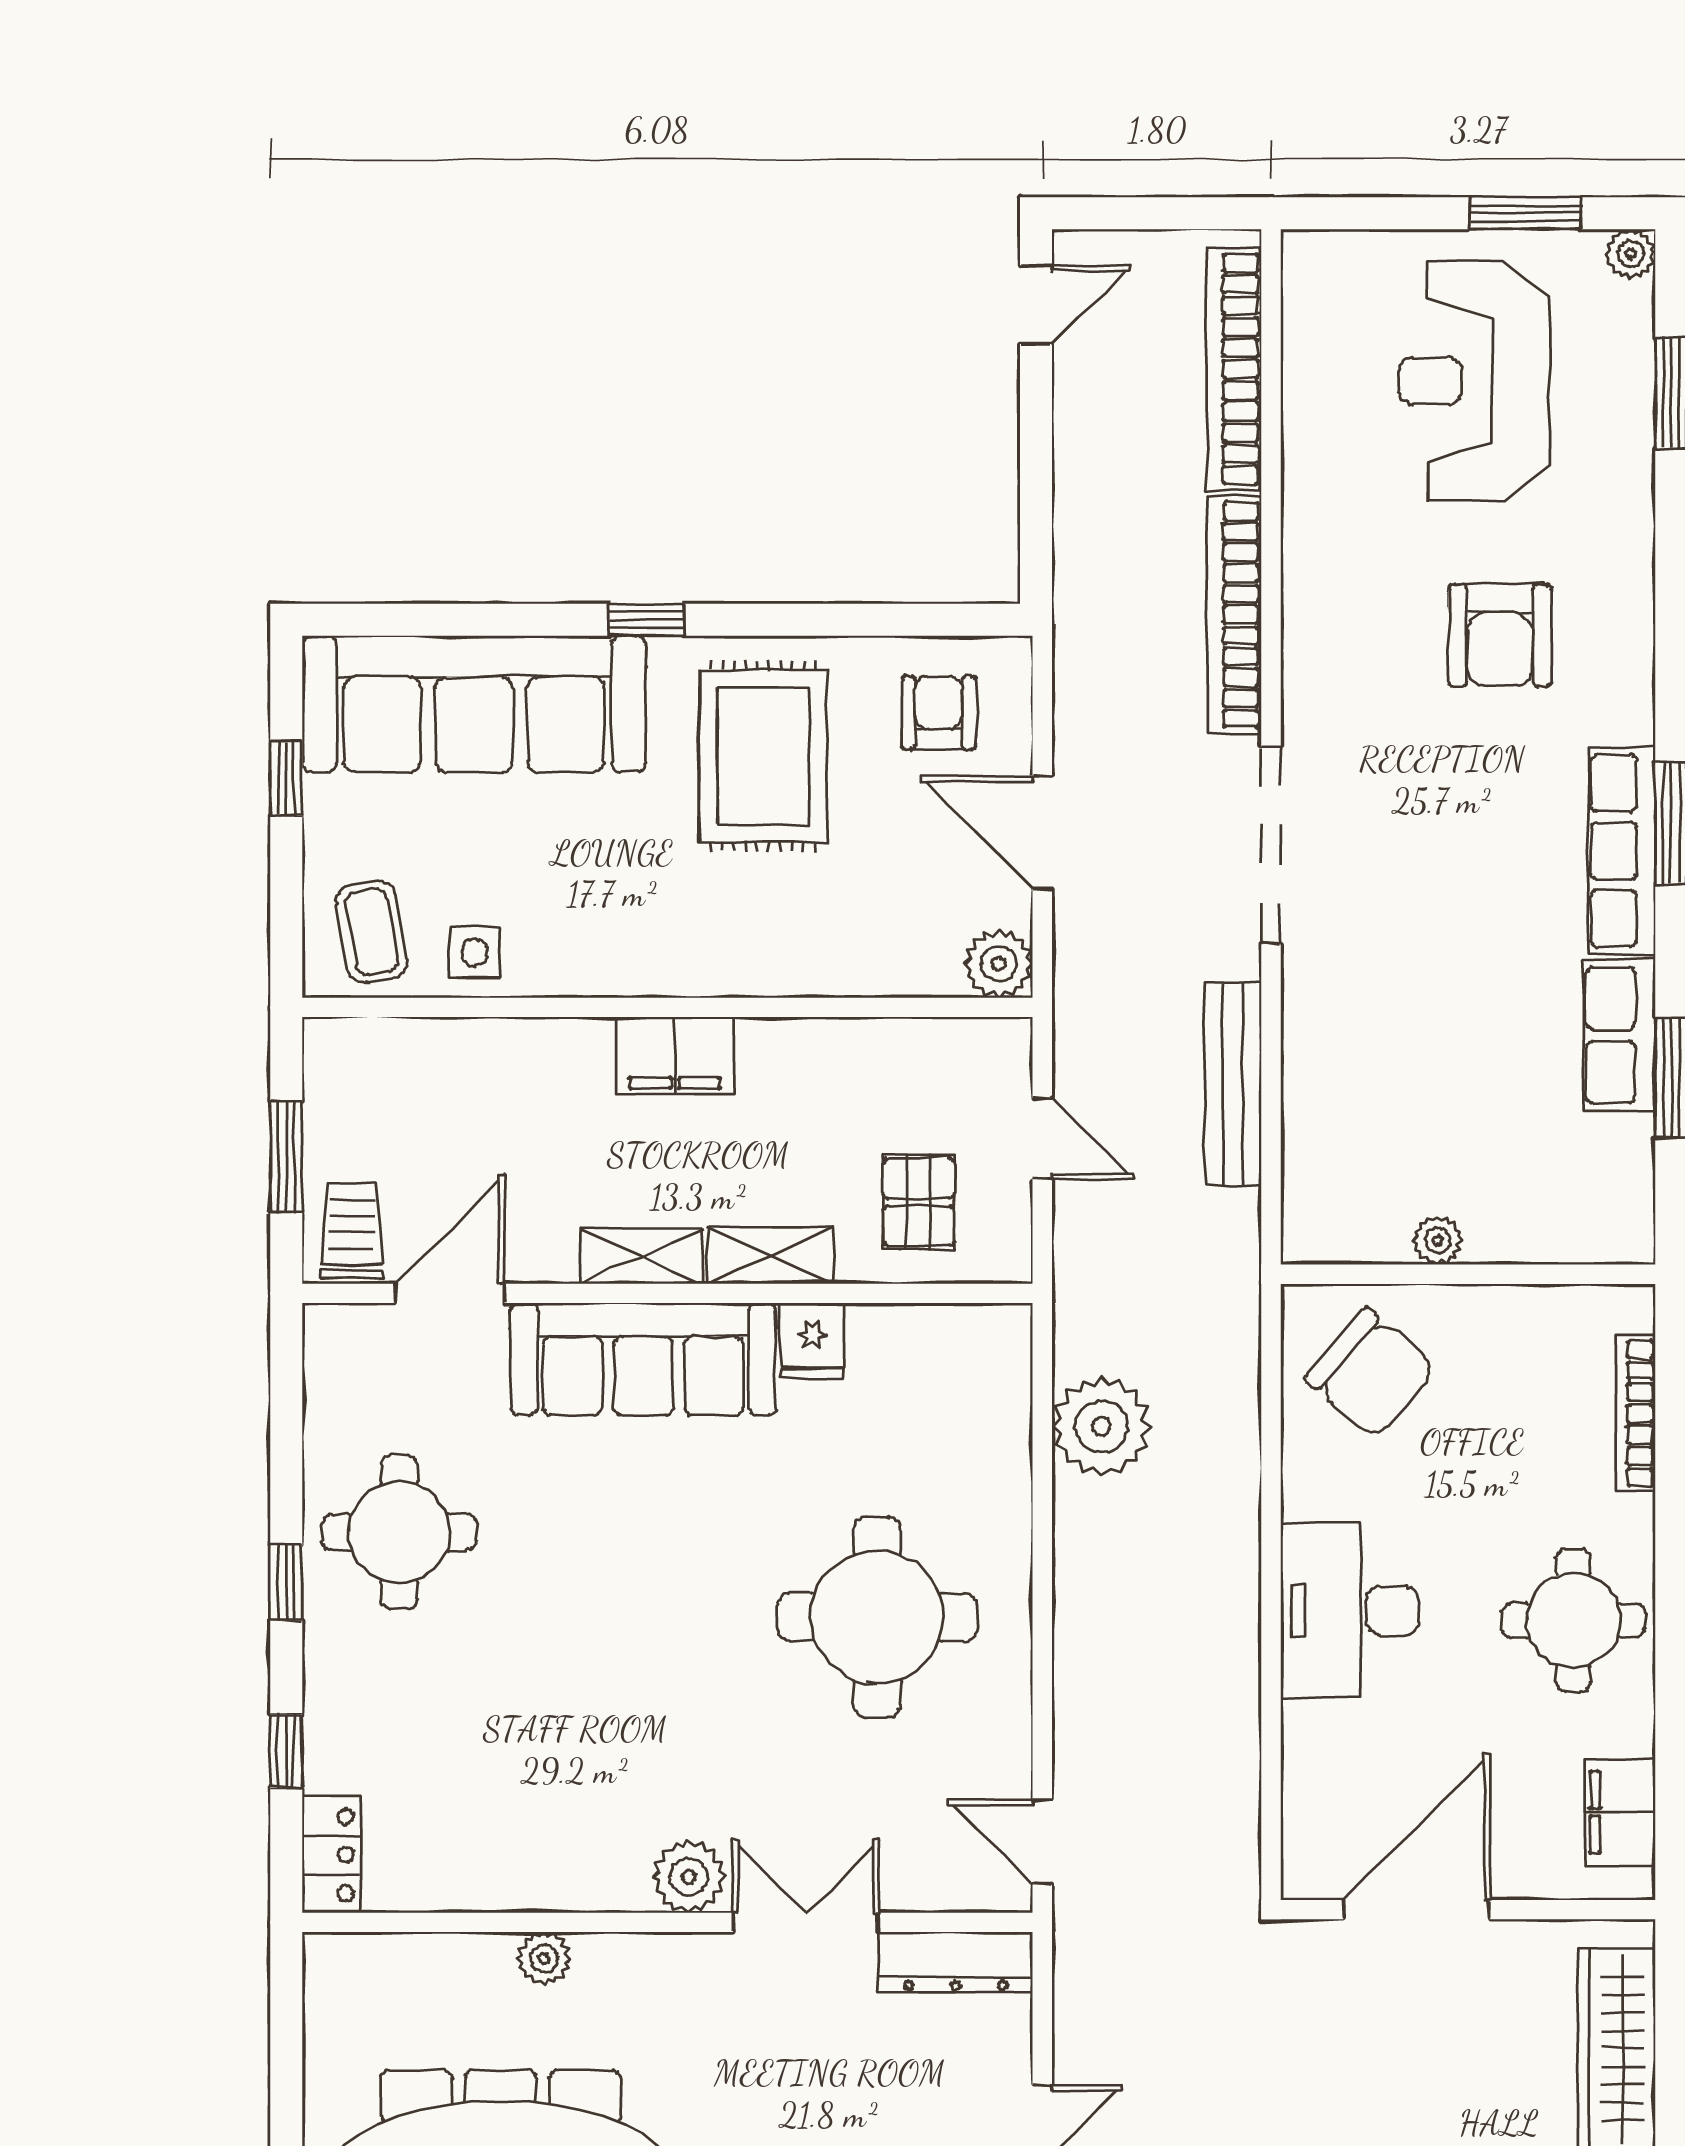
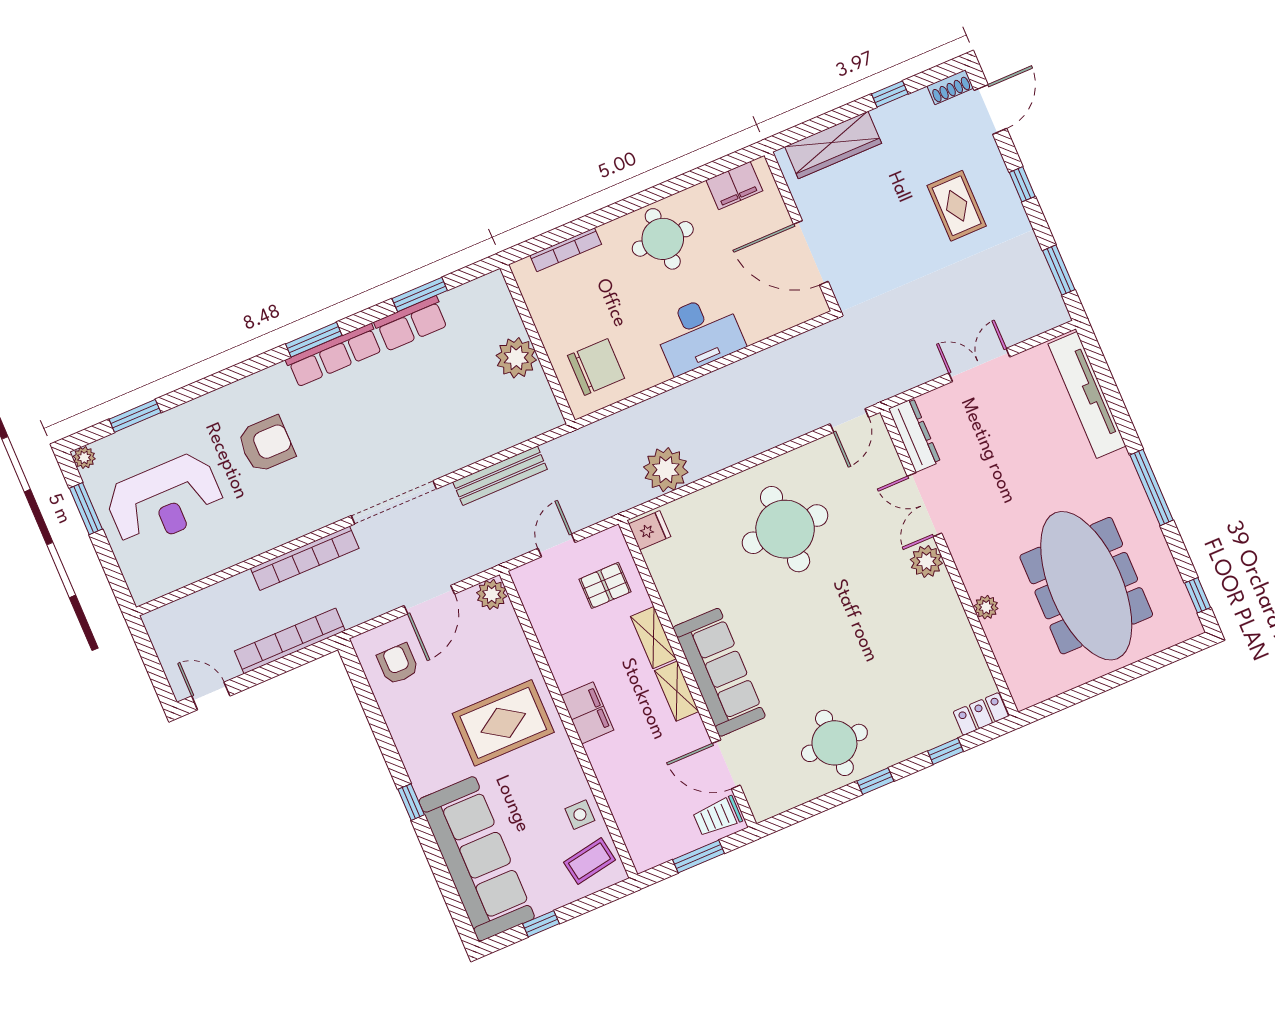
bookcase: (1234, 369) -> (290, 641), moved, turned 180
armchair: (939, 713) -> (398, 664), turned 90
rug: (763, 756) -> (503, 723), moved
plant: (1438, 1240) -> (516, 358), width x1.87, depth x1.87
fridge: (812, 1341) -> (650, 530), moved
chair: (1371, 1374) -> (596, 367), turned 49

